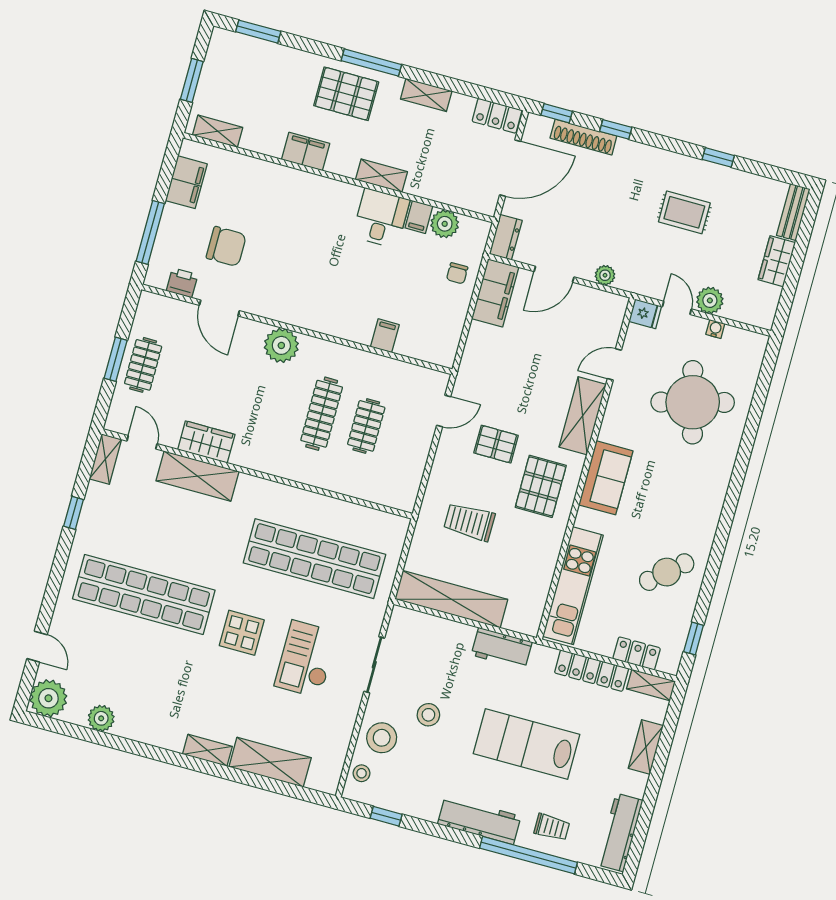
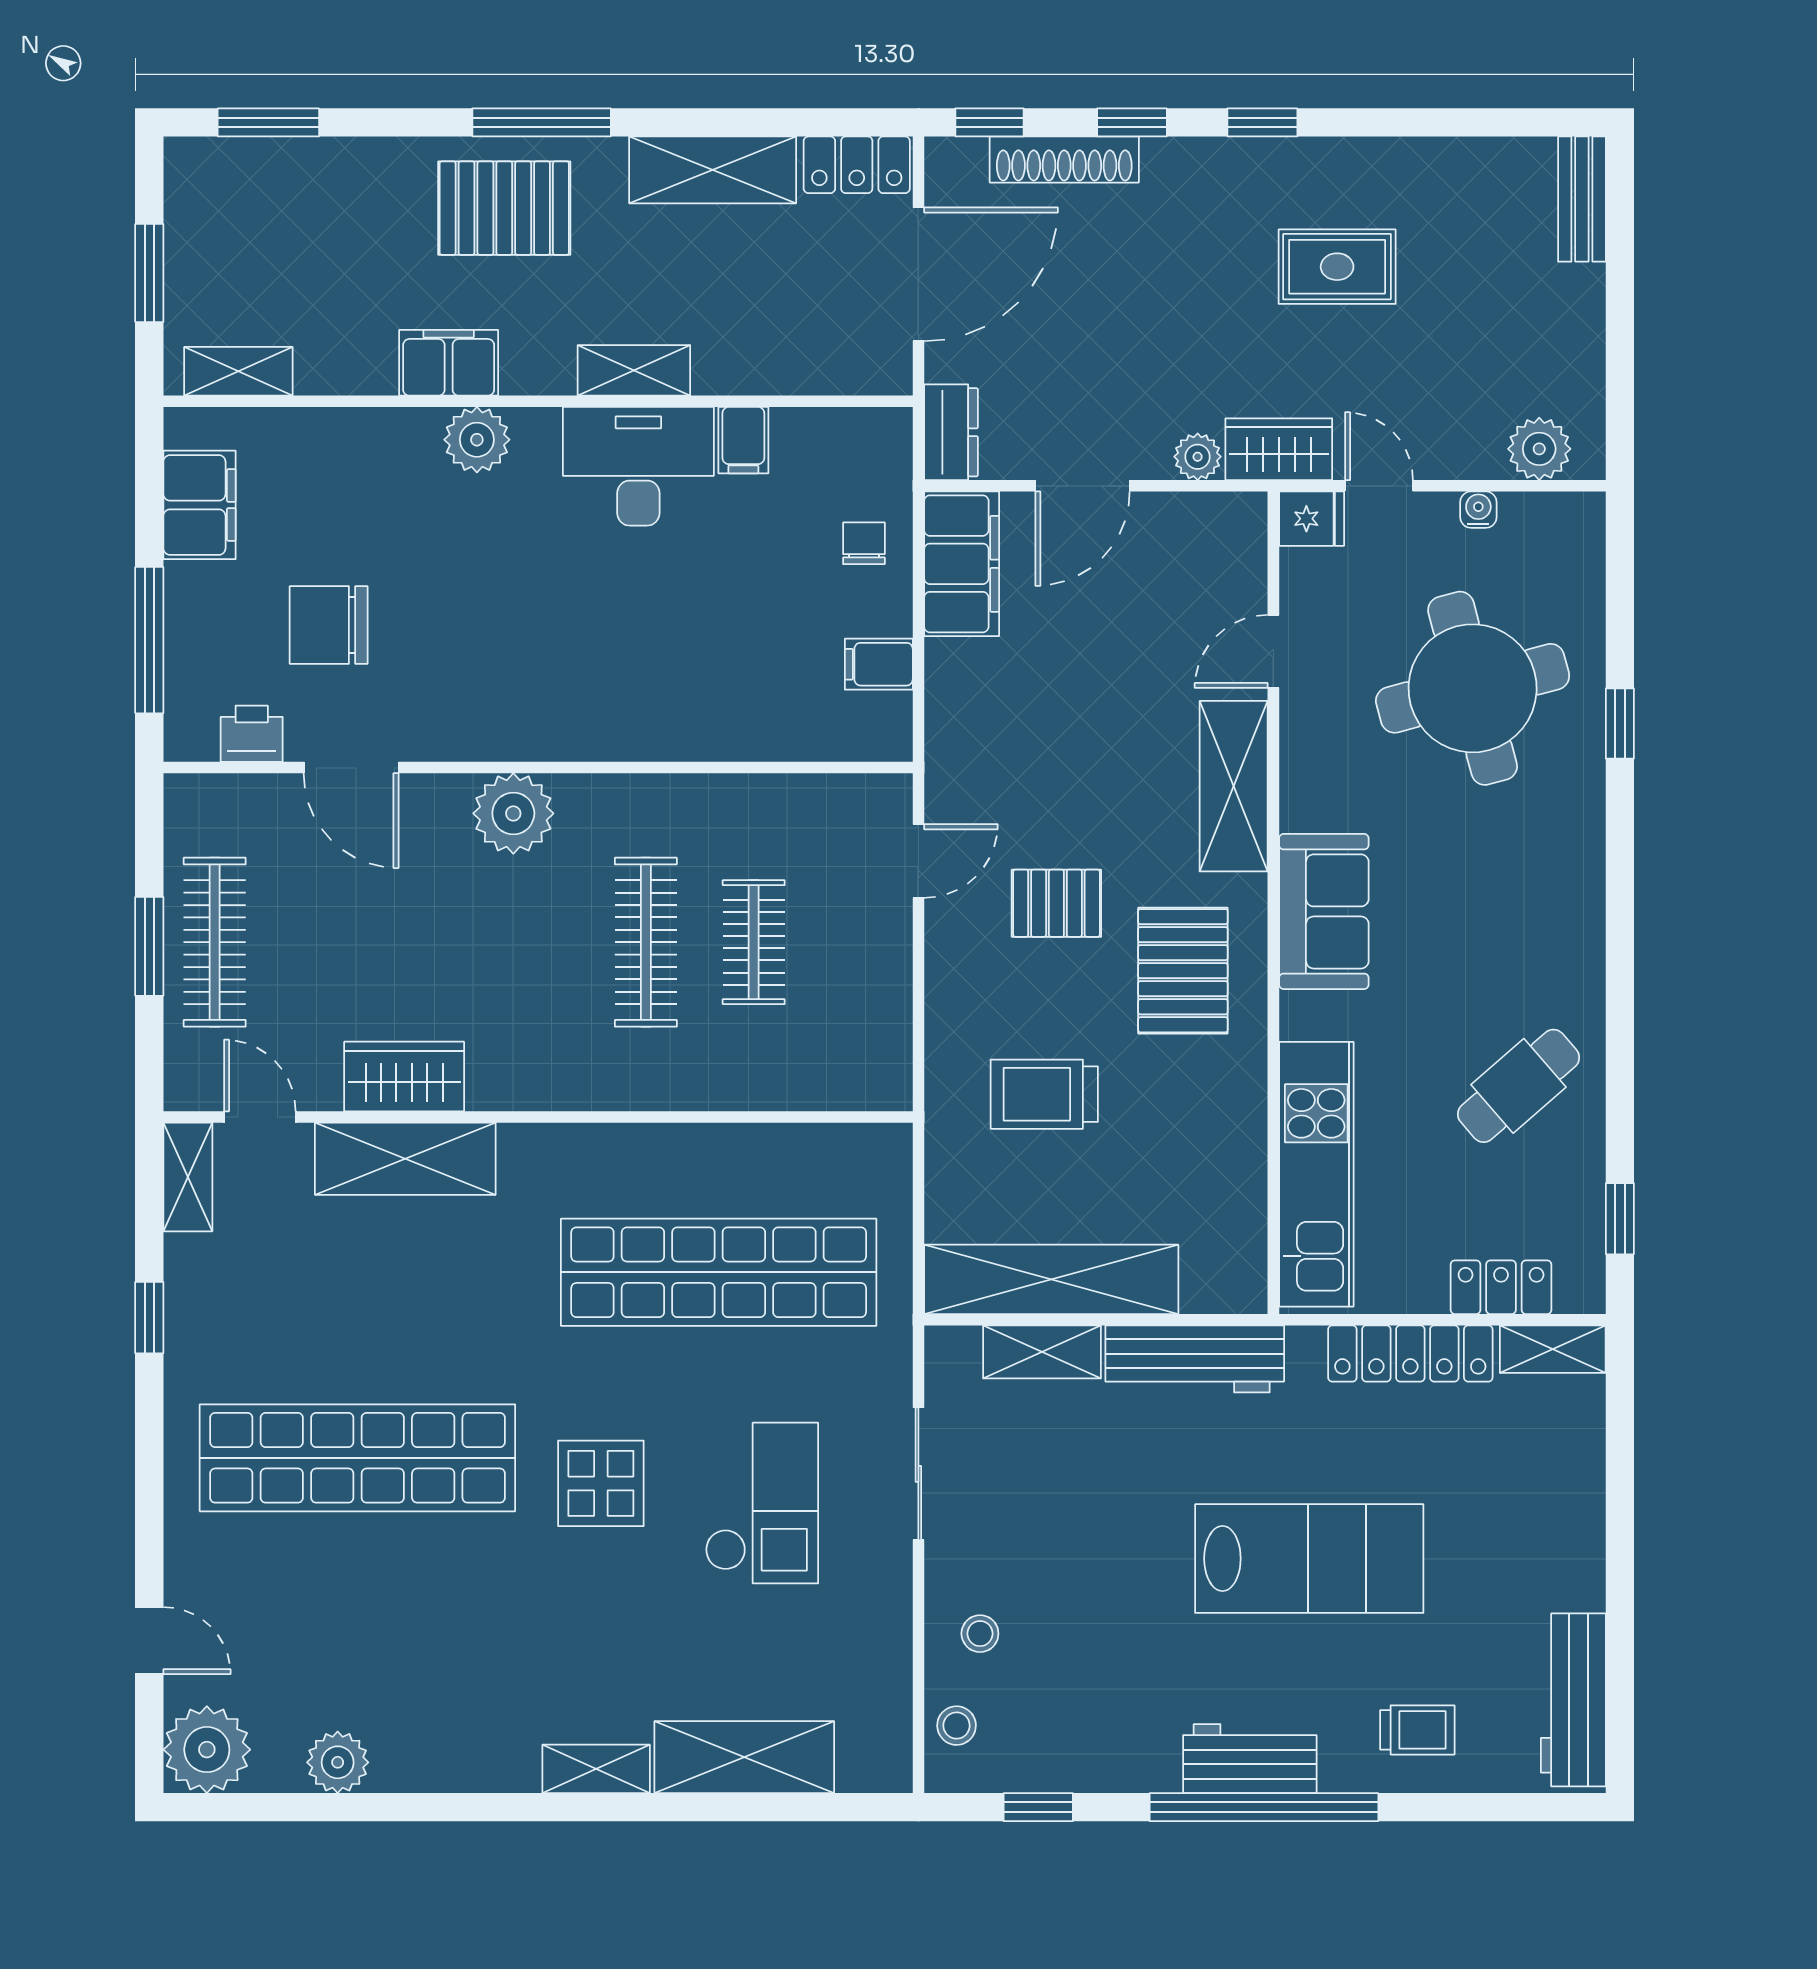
shelving: (426, 95) -> (713, 170), width x1.50, depth x1.33
window: (718, 157) -> (1262, 122), moved
desk: (381, 218) -> (638, 466), width x1.37
plant: (445, 224) -> (477, 440), moved
chair: (226, 246) -> (329, 625), turned 180
wardrobe: (777, 261) -> (1279, 449), moved, turned 90
chair: (457, 273) -> (864, 543), turned 180
plant: (710, 300) -> (1539, 449), moved
filing cabinet: (385, 336) -> (879, 664), moved, turned -90
clothes rail: (143, 365) -> (215, 942), width x1.36
window: (750, 434) -> (1620, 723), added
workbench: (502, 648) -> (1195, 1359), width x1.38
checkout: (306, 659) -> (762, 1503), turned 180
stool: (428, 715) -> (1071, 1553), removed
stool: (382, 738) -> (980, 1634), width x0.53, depth x0.53
lab bench: (526, 744) -> (1309, 1559), turned 180
shelving: (646, 747) -> (1042, 1352), moved, turned 90
workbench: (479, 820) -> (1250, 1759), width x0.73
window: (528, 855) -> (1264, 1807), moved

